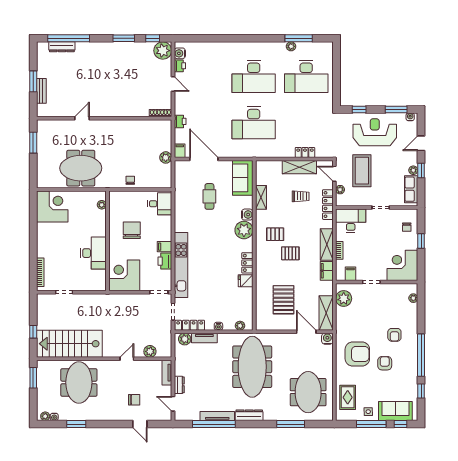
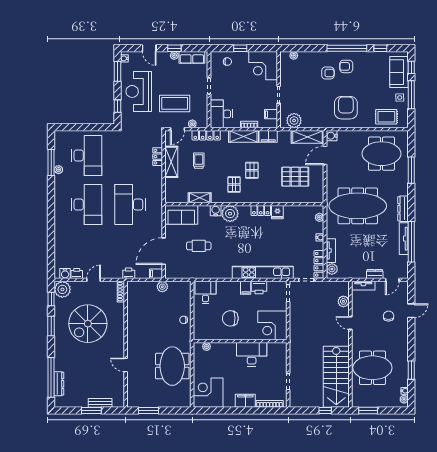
spiral stairs: (126, 78) -> (88, 324), added
desk: (254, 123) -> (130, 205), turned 180
filing cabinet: (44, 246) -> (245, 401), added
armchair: (385, 363) -> (346, 66), moved

